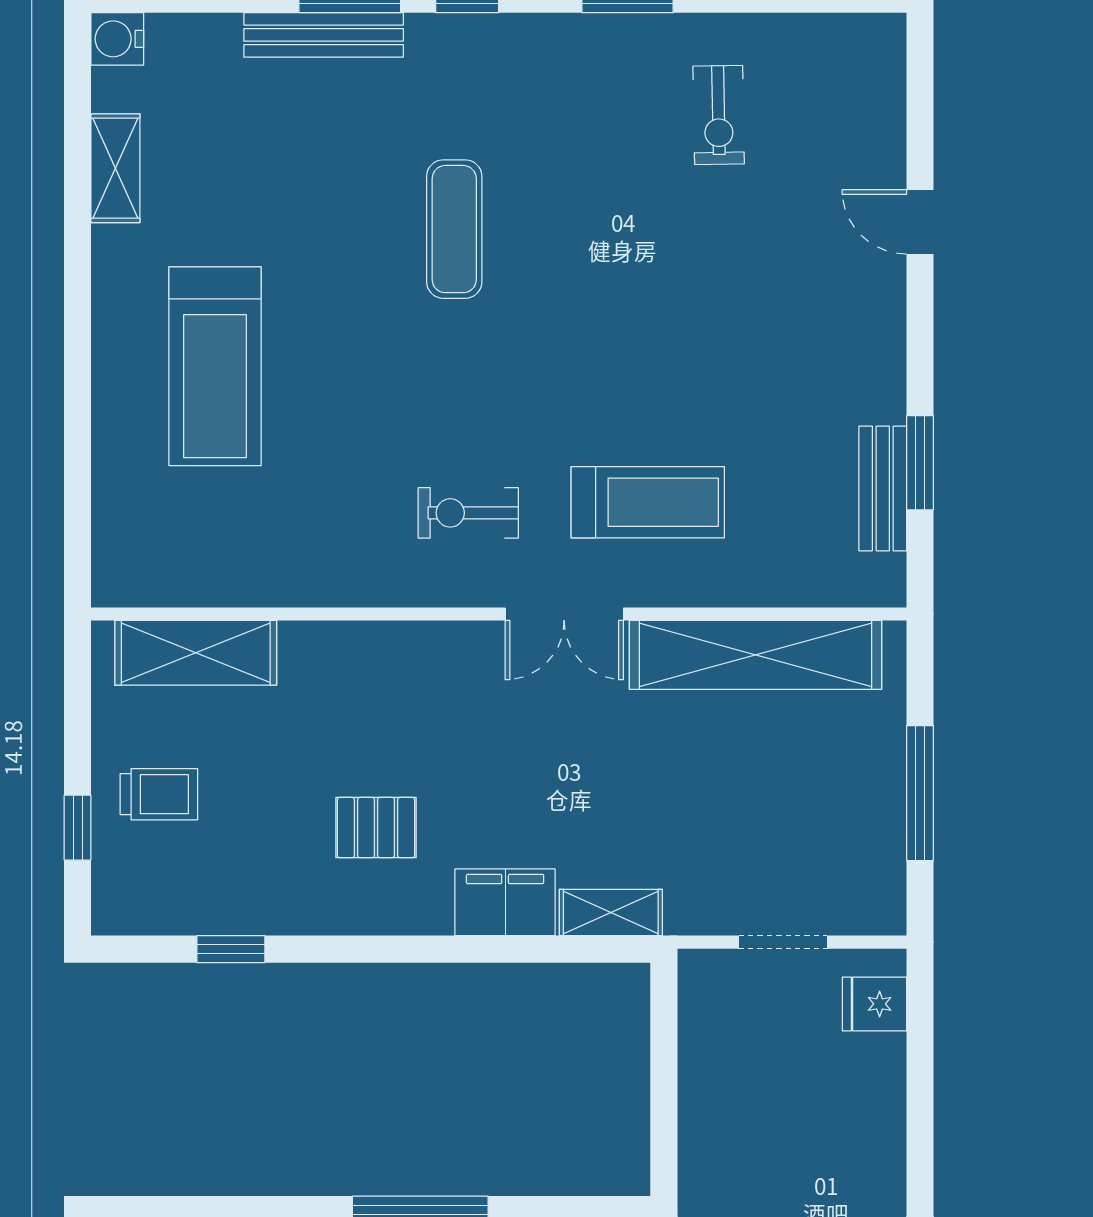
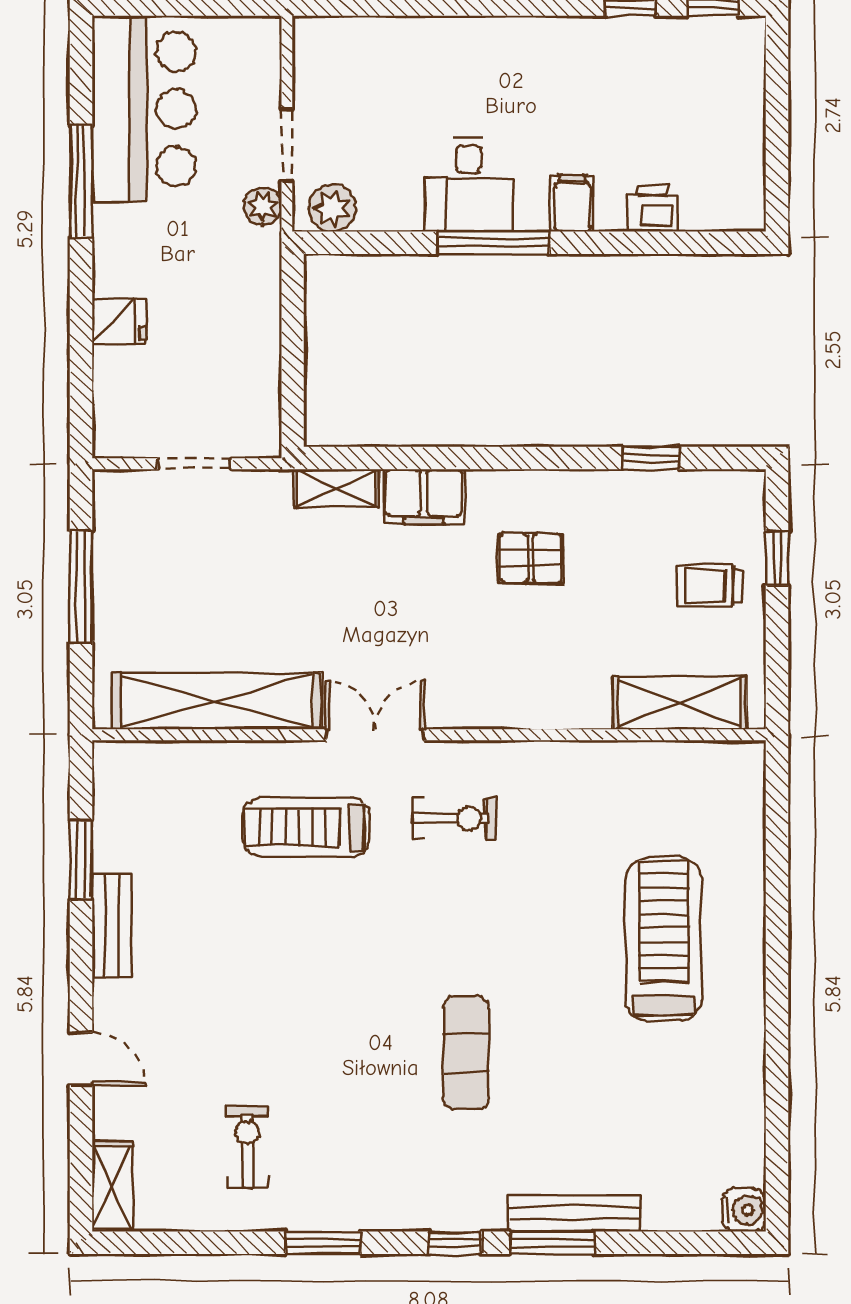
shelving: (115, 168) -> (112, 1187), moved
bench: (883, 488) -> (112, 926), moved
fridge: (874, 1004) -> (119, 321), moved

